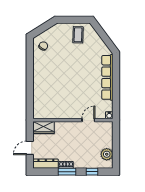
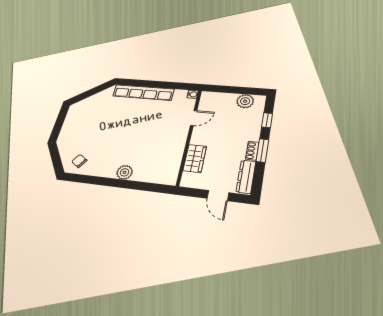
coffee table: (78, 35) -> (79, 120), removed
plant: (39, 81) -> (125, 172), added
door: (88, 120) -> (194, 118), swing flipped
wardrobe: (44, 127) -> (195, 158), moved

